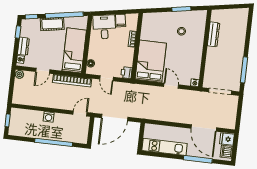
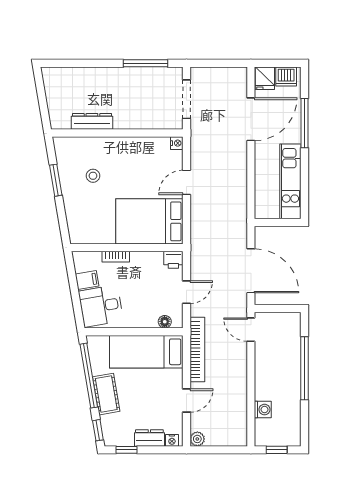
door: (43, 71) -> (186, 401), hinge flipped
washing machine: (49, 117) -> (263, 410), moved

